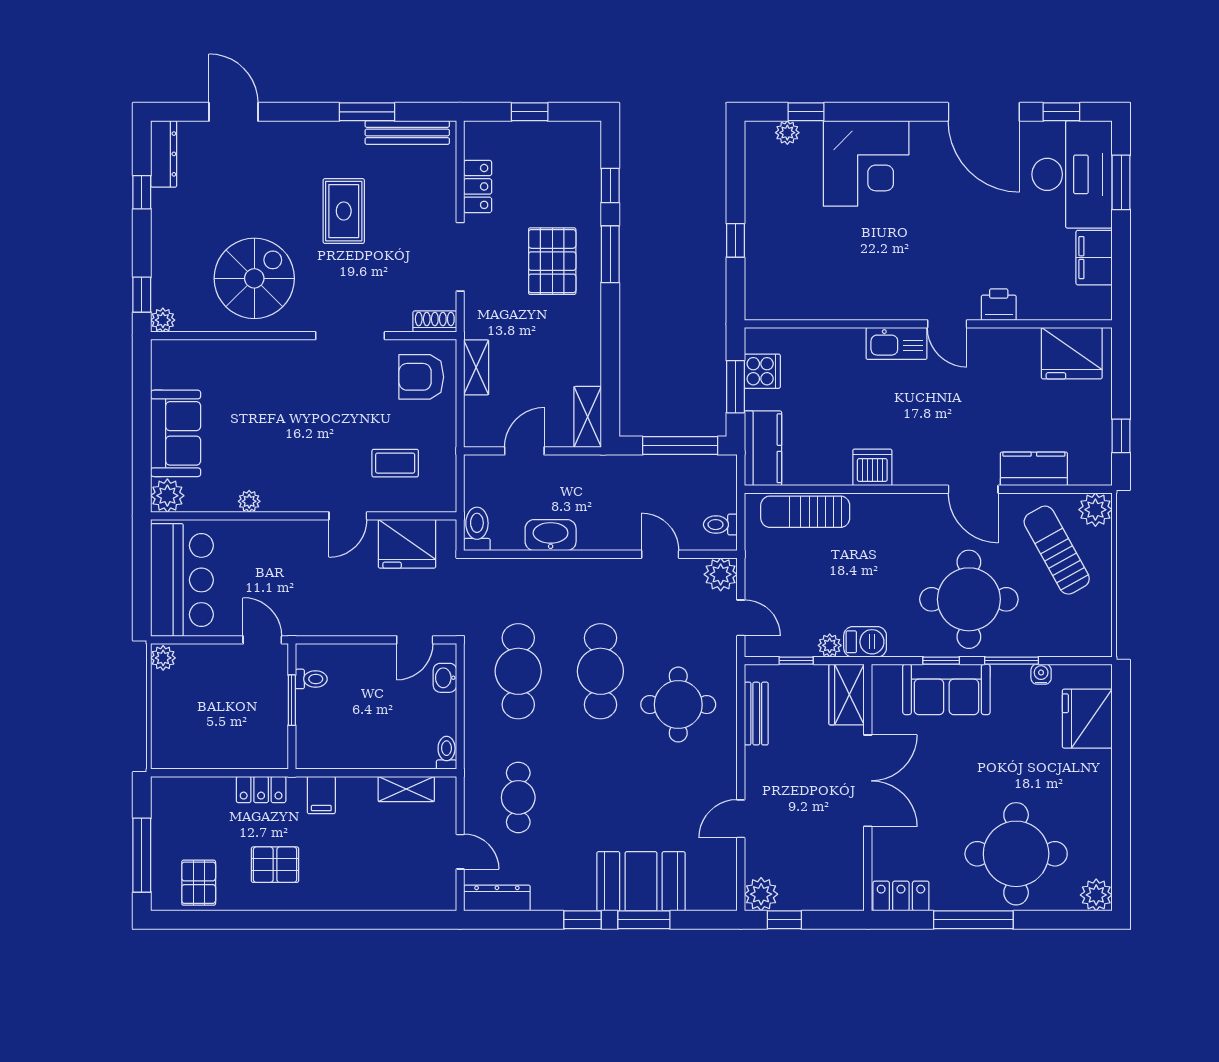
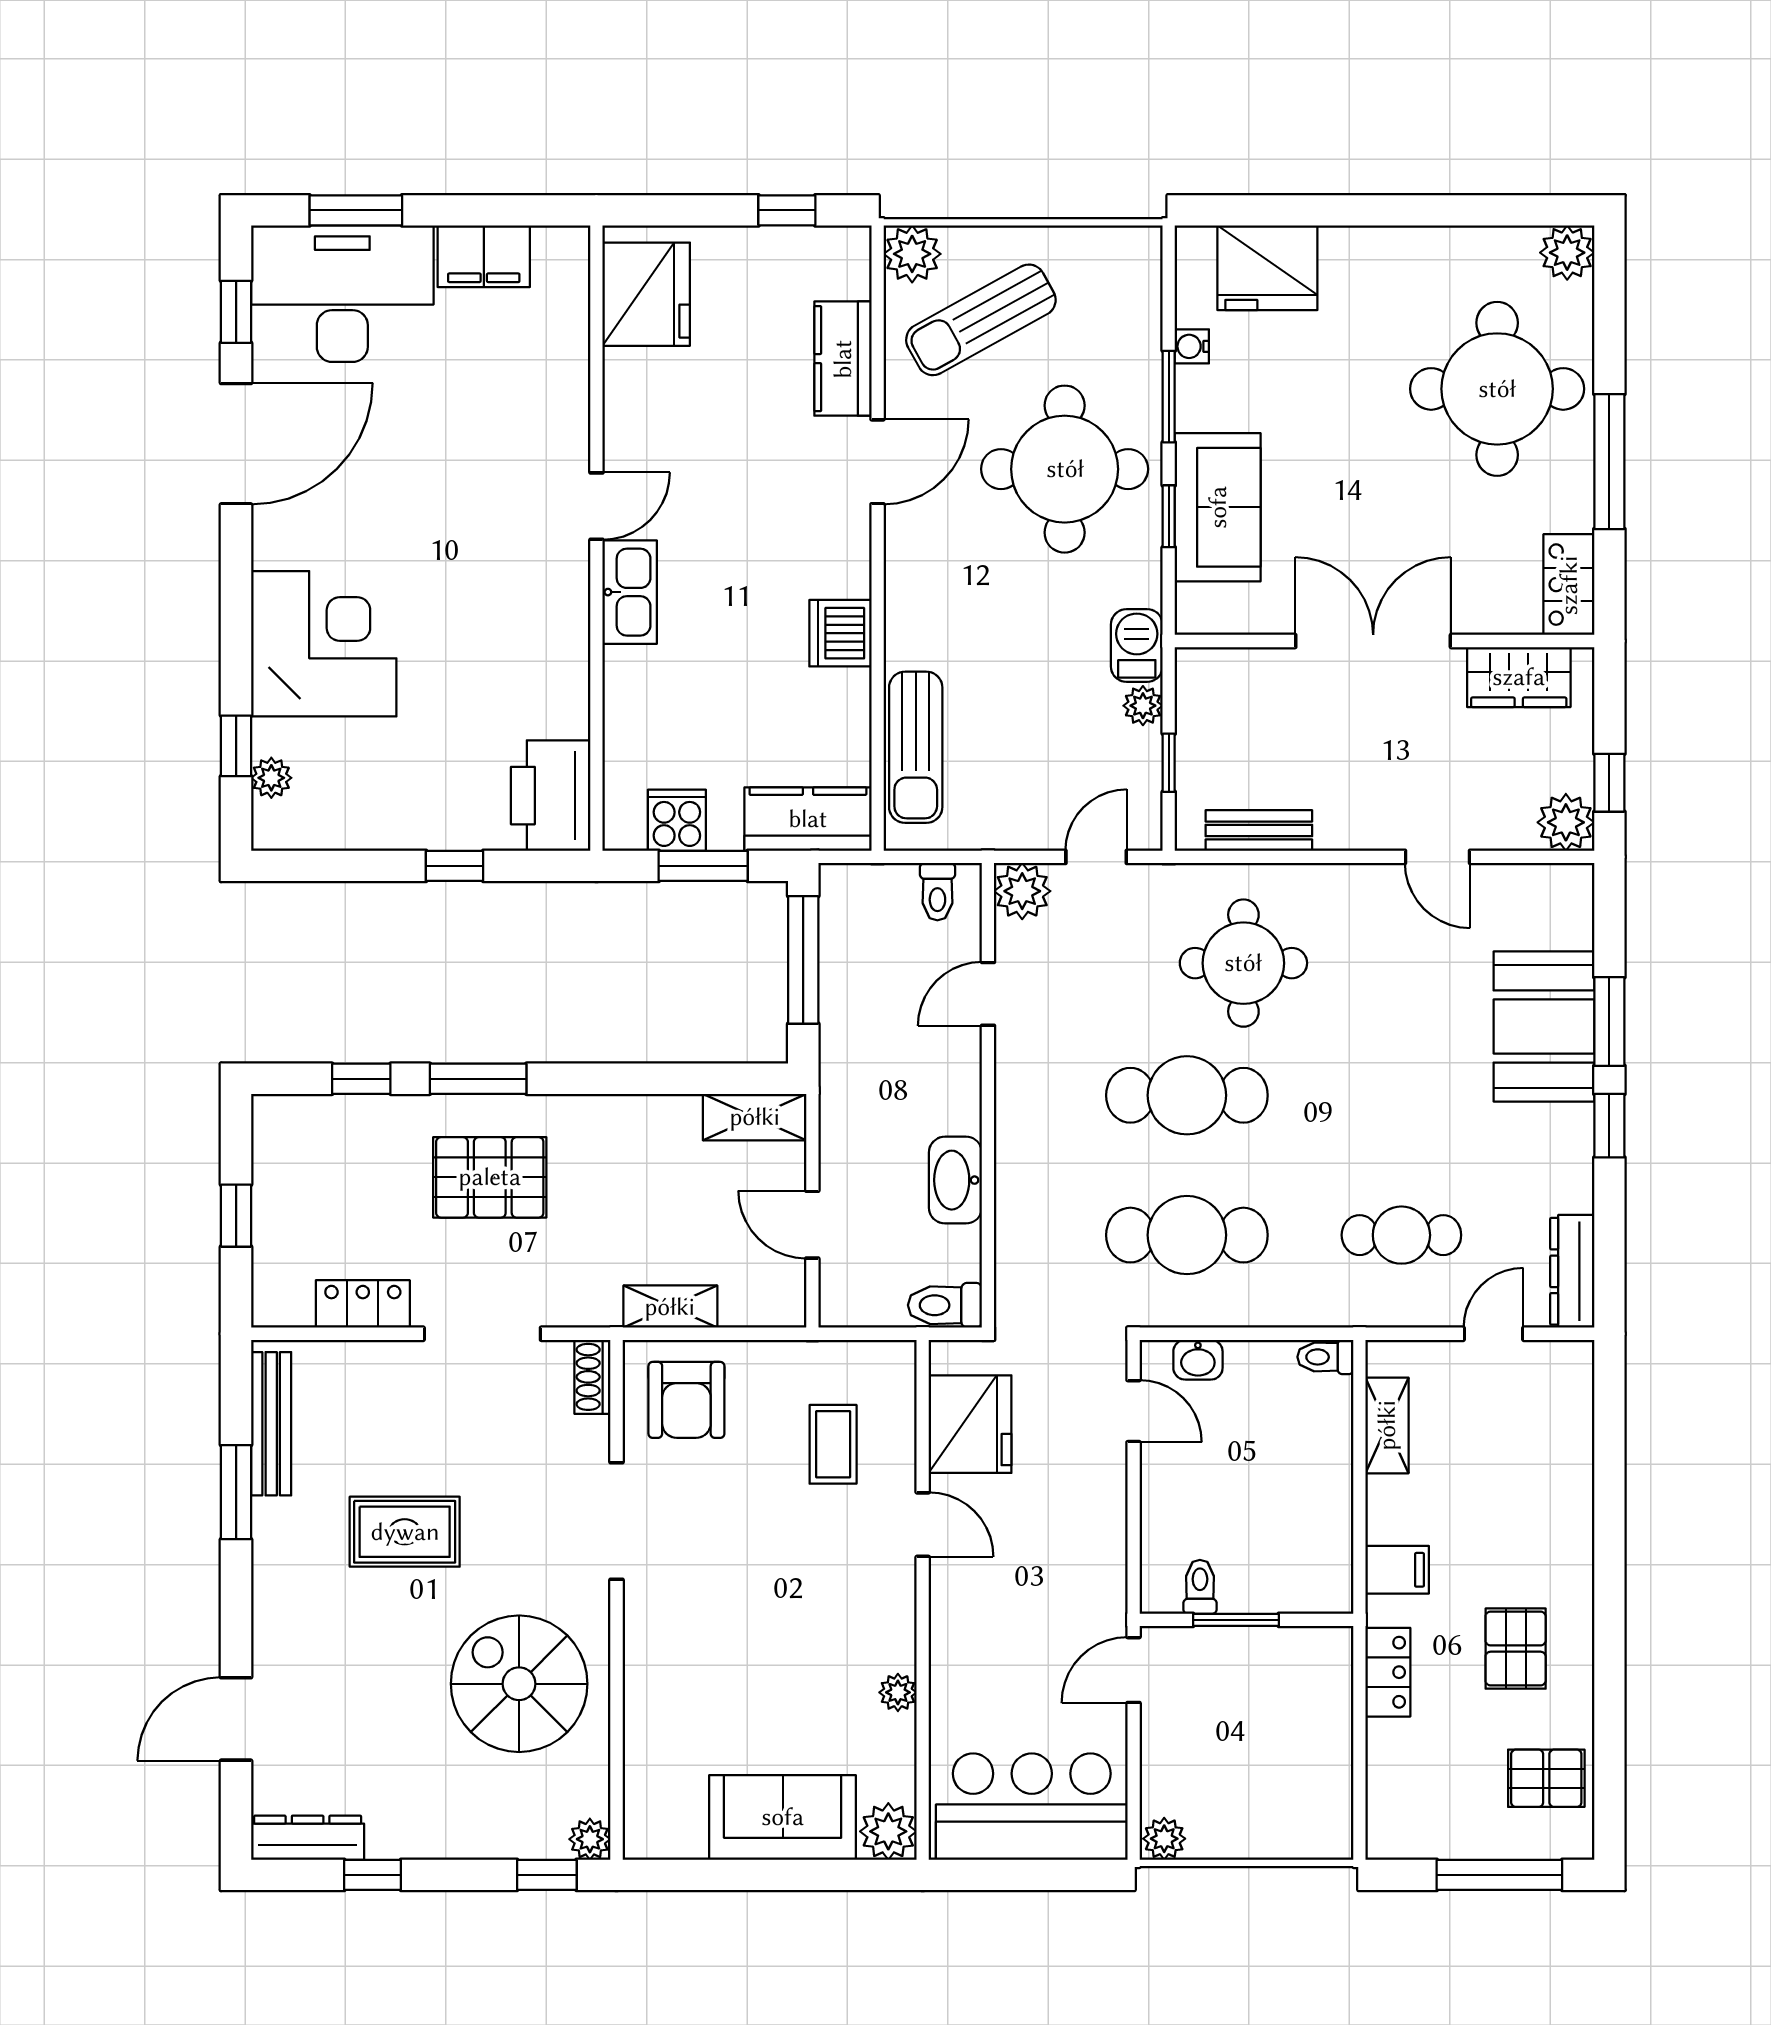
printer: (999, 305) -> (551, 796), moved, width x1.87, depth x1.48
wardrobe: (847, 695) -> (1519, 677), moved

